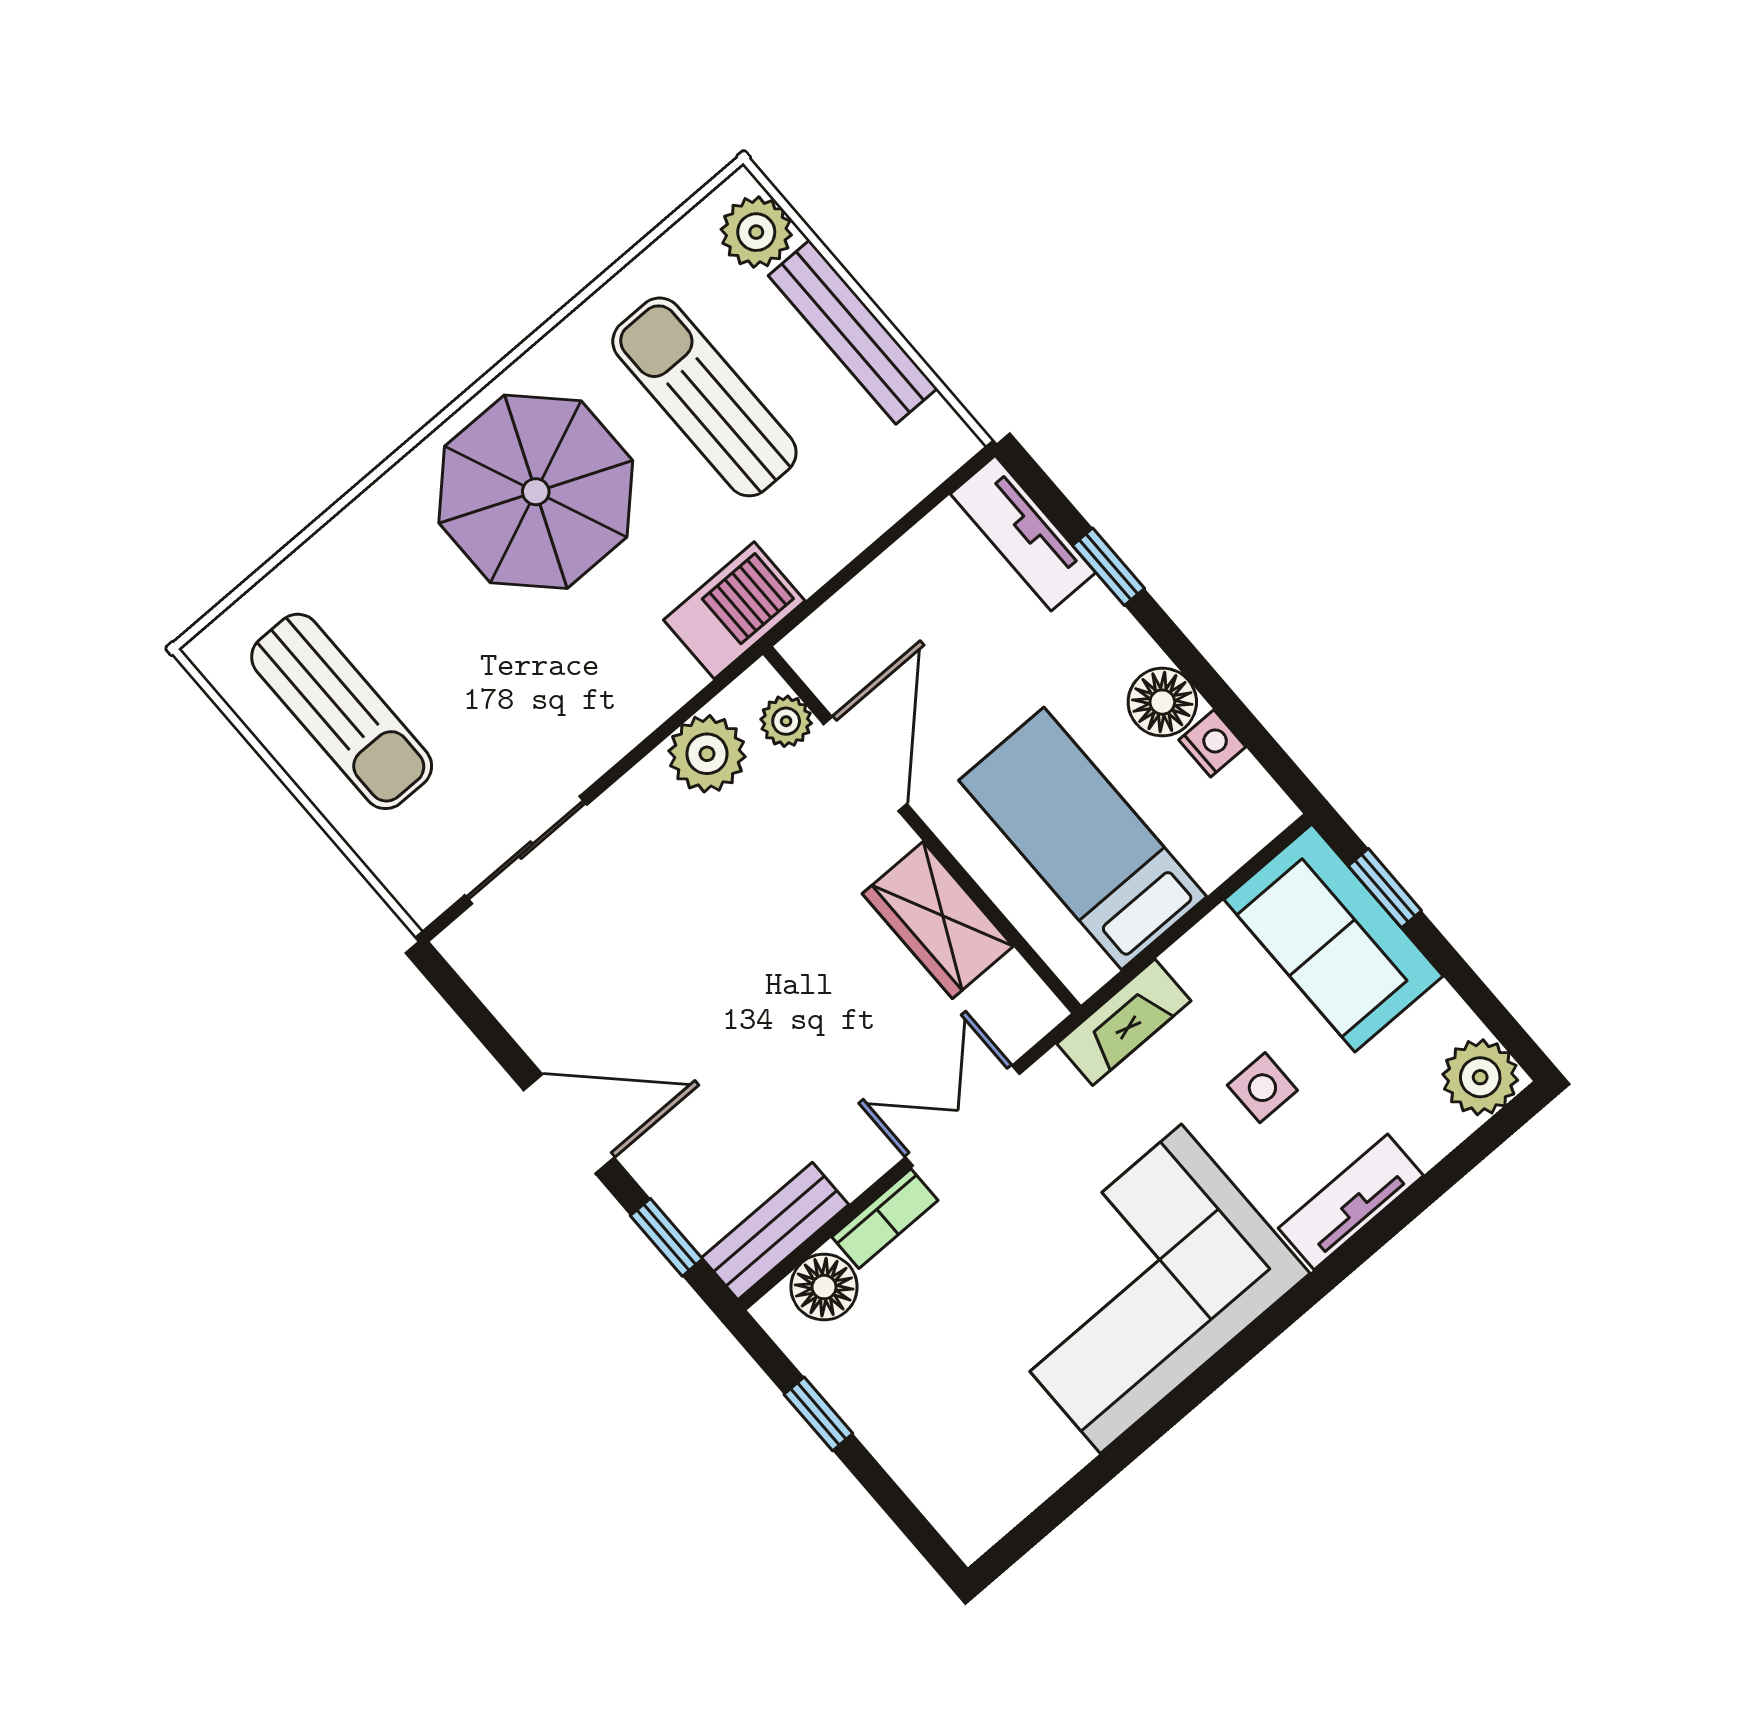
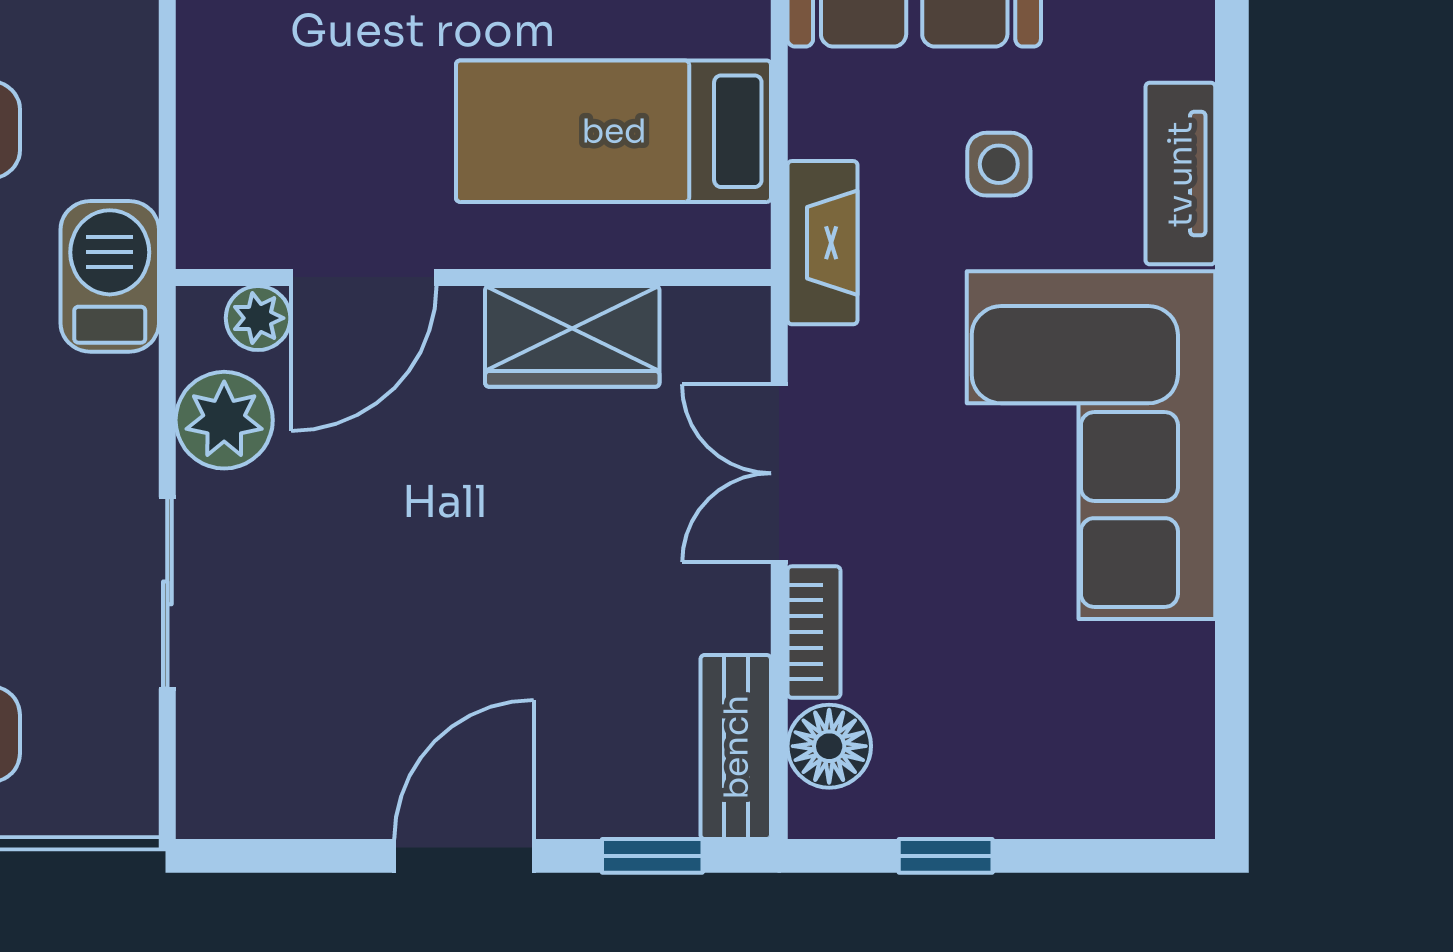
door: (865, 764) -> (364, 277), swing flipped
sliding door: (526, 850) -> (167, 593), moved

